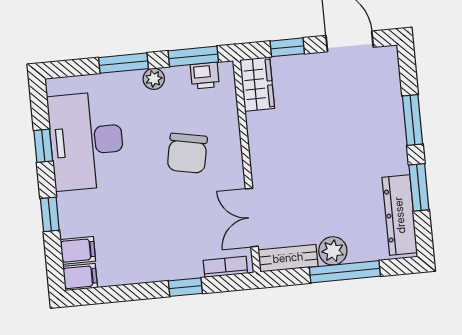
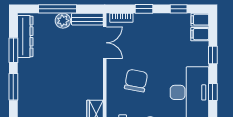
window: (121, 293) -> (179, 9), added

